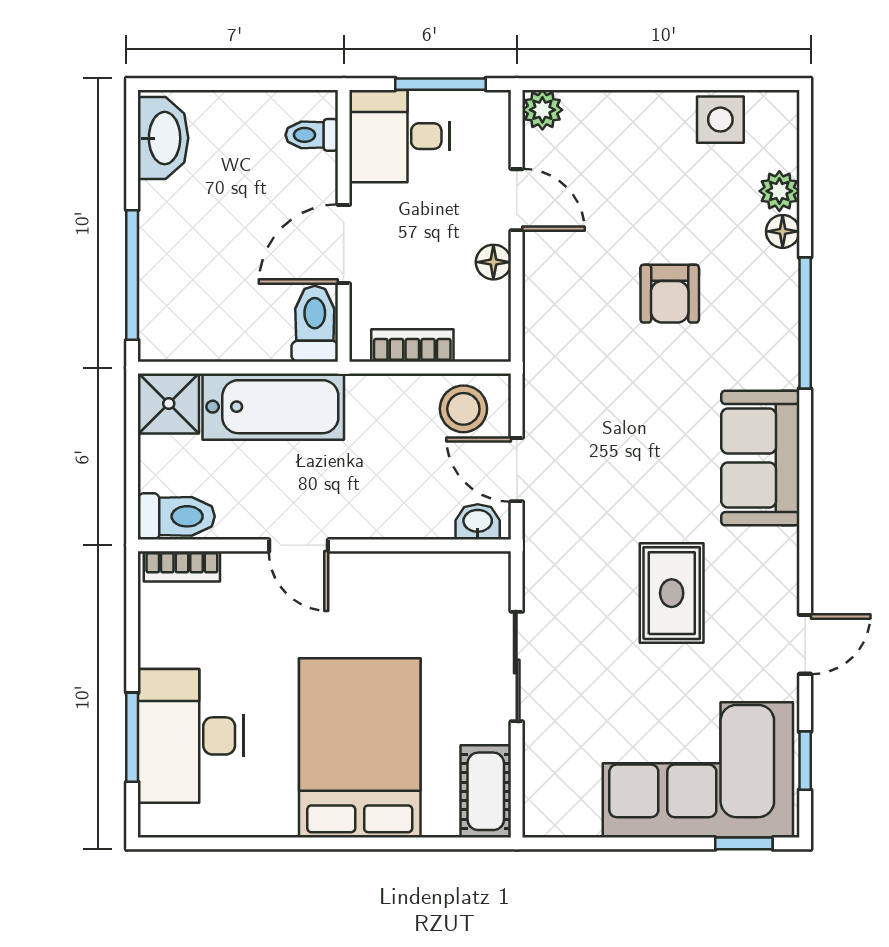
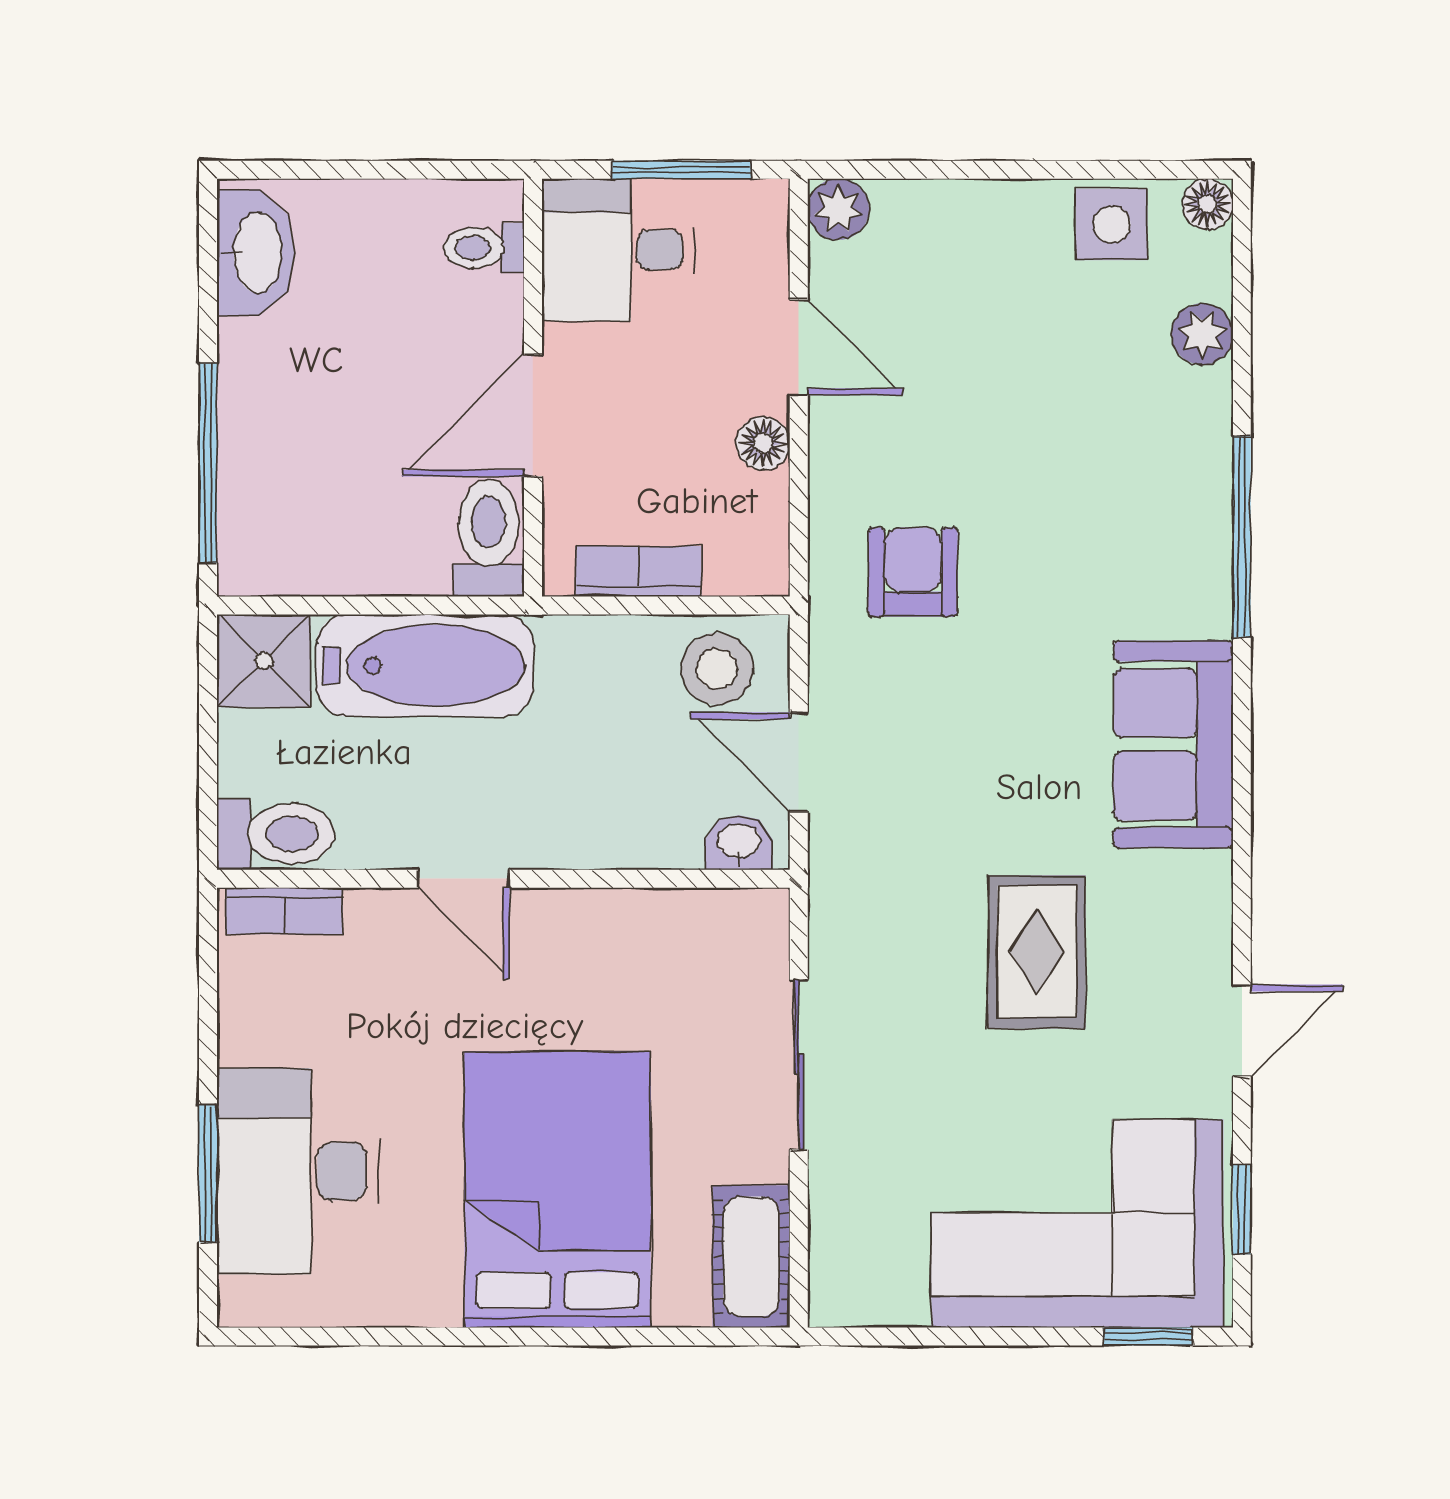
floor lamp: (783, 231) -> (1208, 204), moved
armchair: (670, 294) -> (913, 572), moved, turned 180

